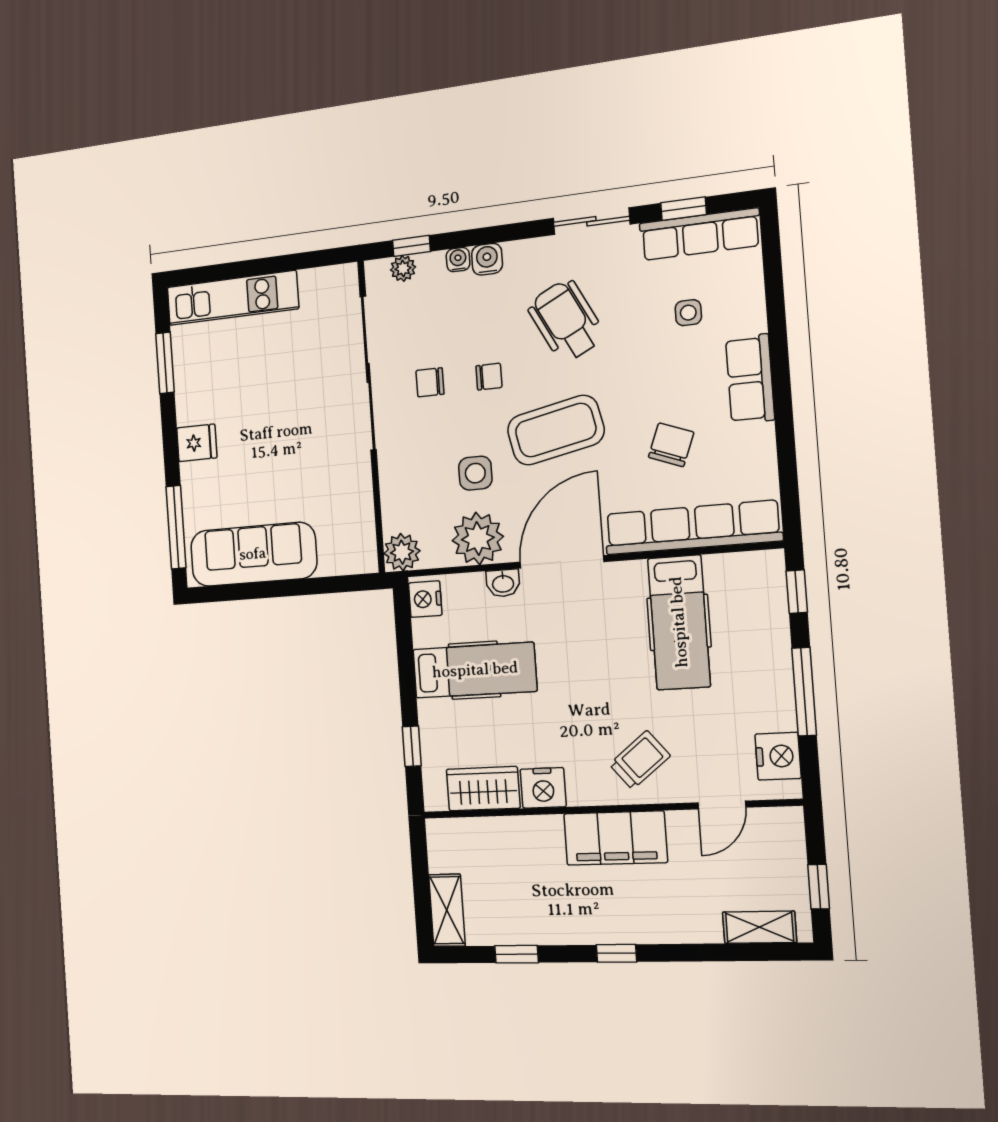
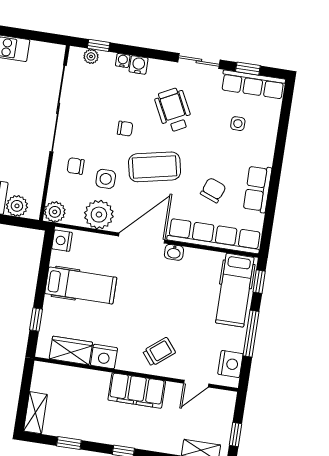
row of seats: (750, 379) -> (258, 189), moved
chair: (430, 382) -> (76, 166), moved
plant: (337, 557) -> (17, 206), added
washbasin: (503, 583) -> (174, 252), moved
hospital bed: (679, 622) -> (235, 290), moved

